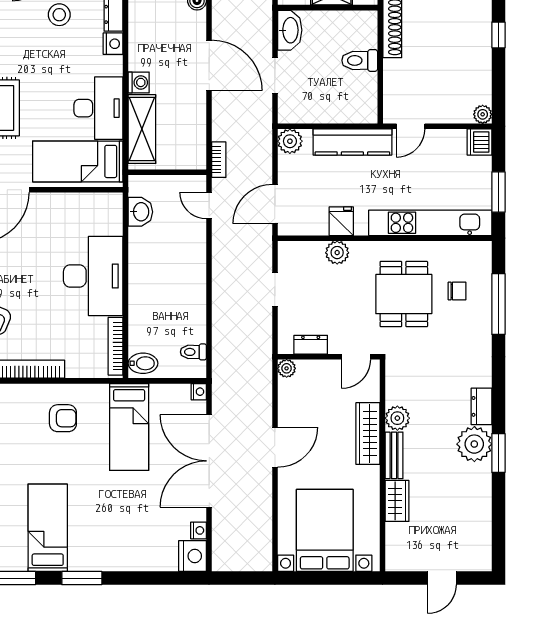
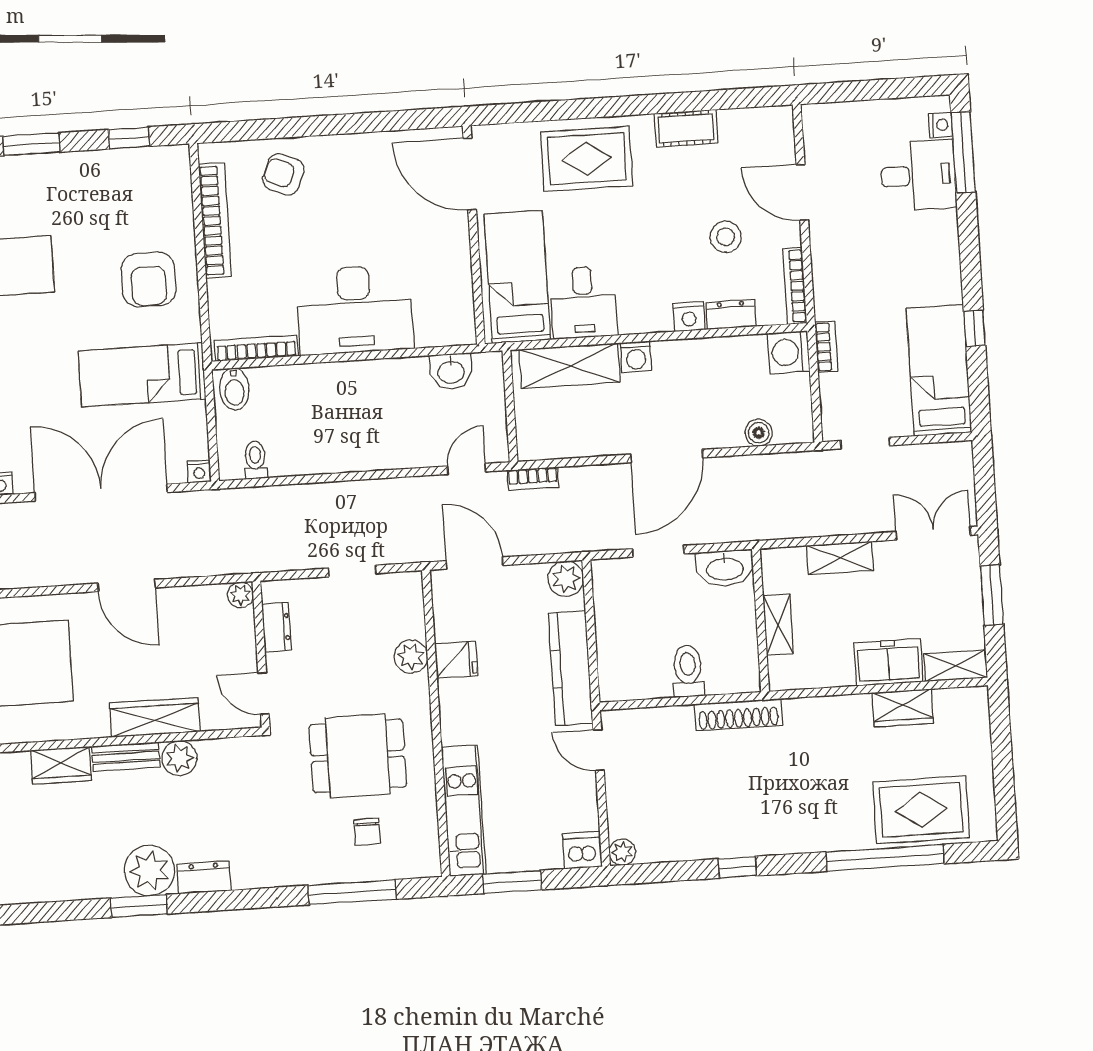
desk: (98, 108) -> (583, 302), width x0.73
kitchen unit: (430, 223) -> (464, 811), width x0.73
armchair: (63, 418) -> (148, 279), width x1.38, depth x1.38

